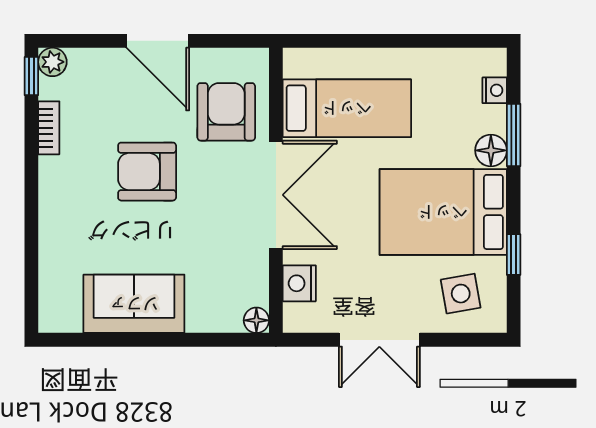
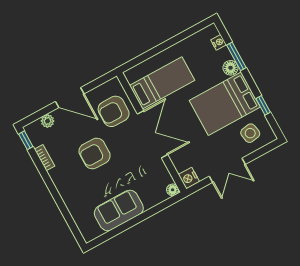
plant: (52, 62) -> (48, 121), moved
armchair: (226, 112) -> (114, 111), turned -90
nightstand: (299, 283) -> (189, 178), moved

